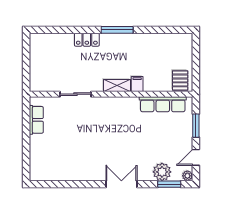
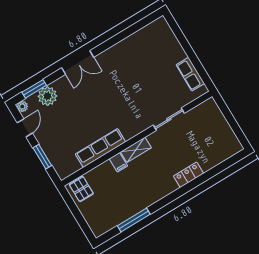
window: (117, 30) -> (134, 220), moved
row of seats: (163, 104) -> (100, 148), moved

